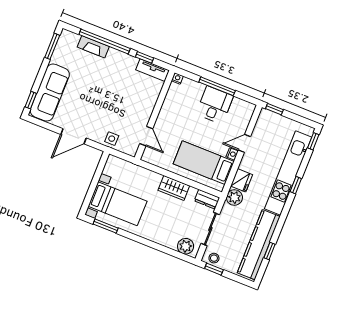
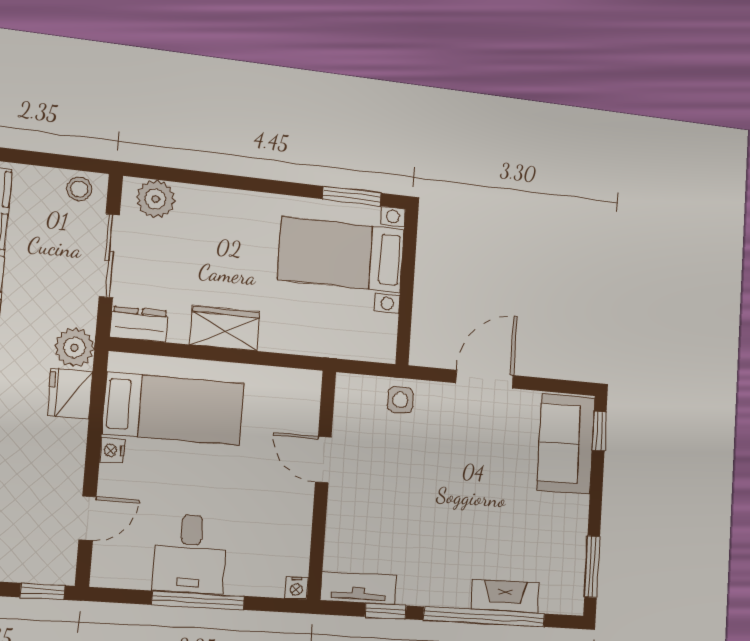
sofa: (50, 93) -> (566, 444), width x0.73
door: (146, 136) -> (323, 460), moved
door: (244, 143) -> (88, 518), moved
window: (214, 269) -> (71, 163), removed

